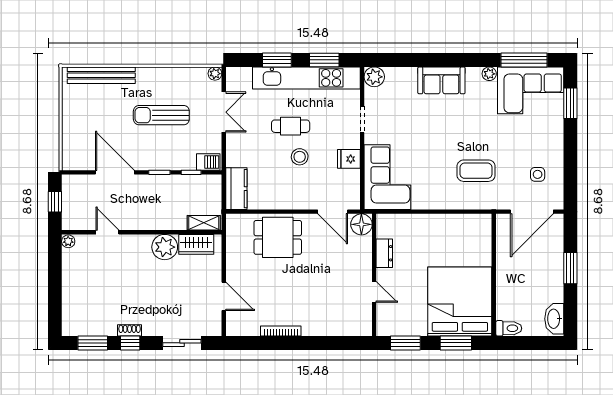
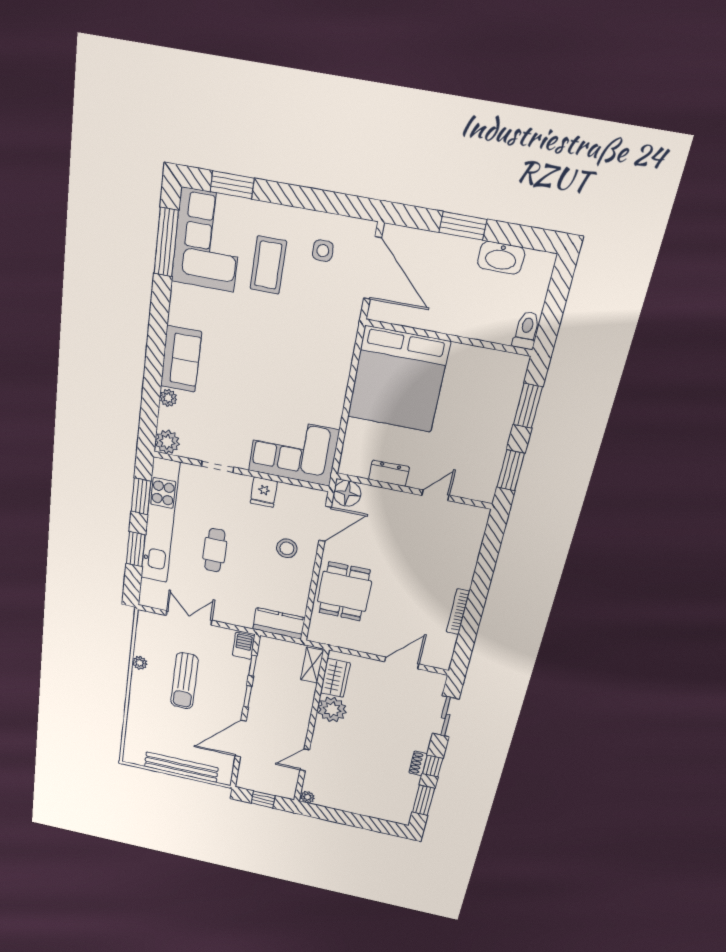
plant: (215, 74) -> (140, 663), moved
plant: (489, 74) -> (168, 398), moved
bench: (101, 75) -> (181, 767), moved, turned 90
stool: (300, 157) -> (287, 548), moved
coffee table: (476, 171) -> (268, 265), moved
bed: (460, 301) -> (398, 379), moved, turned -90
washbasin: (554, 319) -> (501, 258), moved

